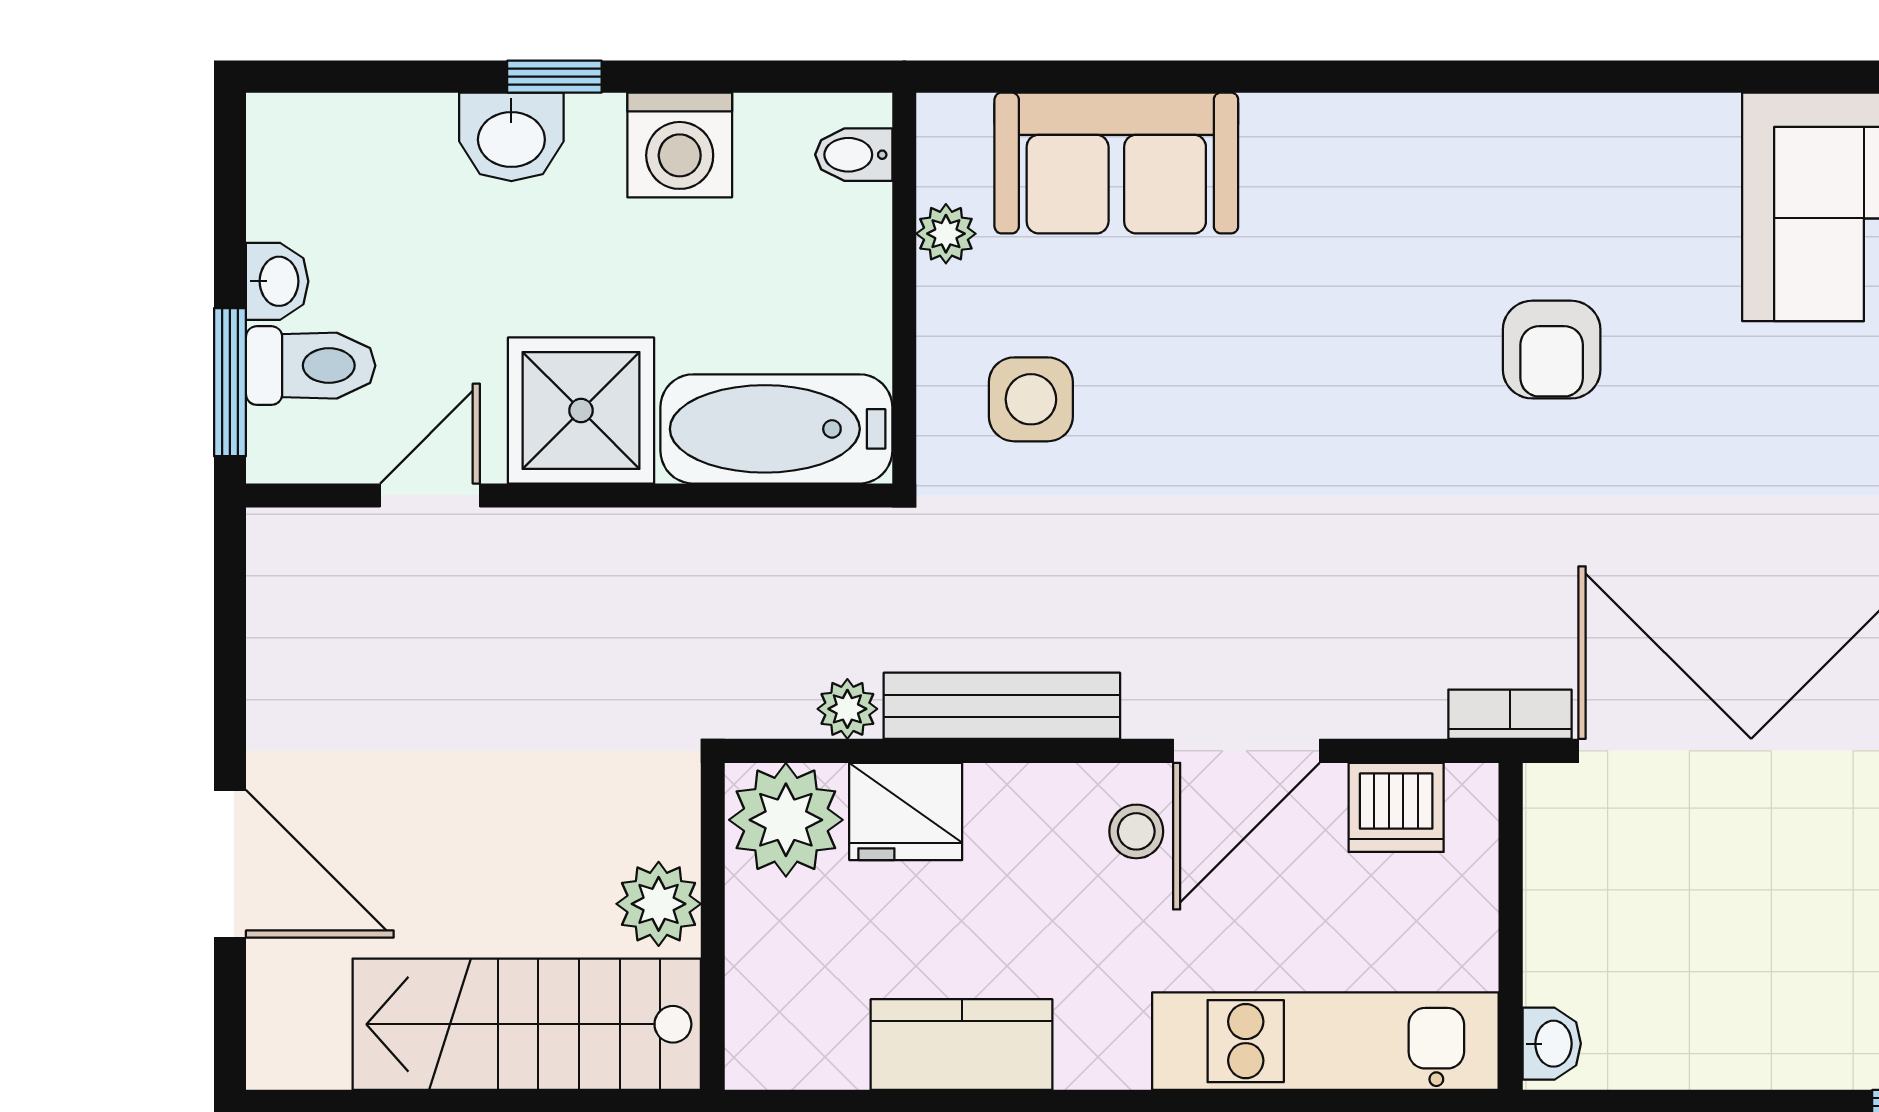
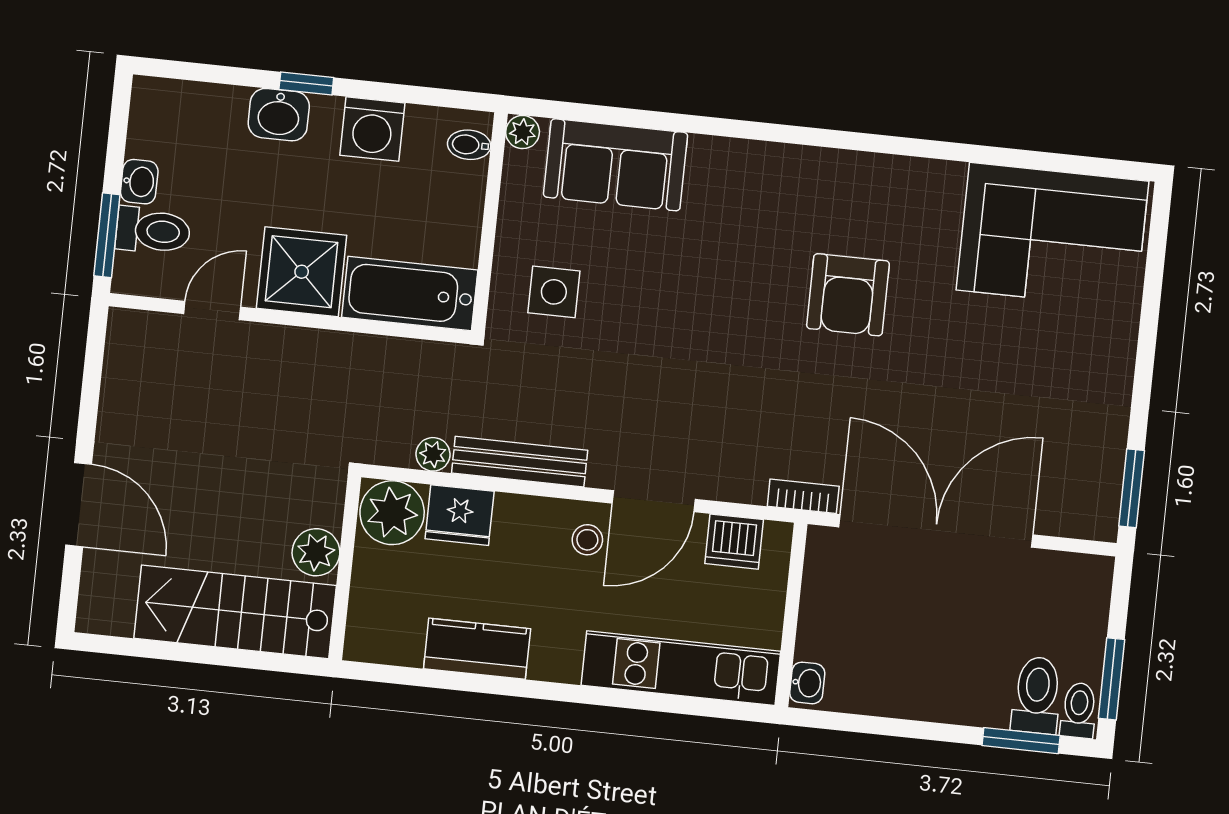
plant: (946, 234) -> (523, 132), moved
armchair: (1552, 350) -> (848, 295), width x1.38, depth x1.38

